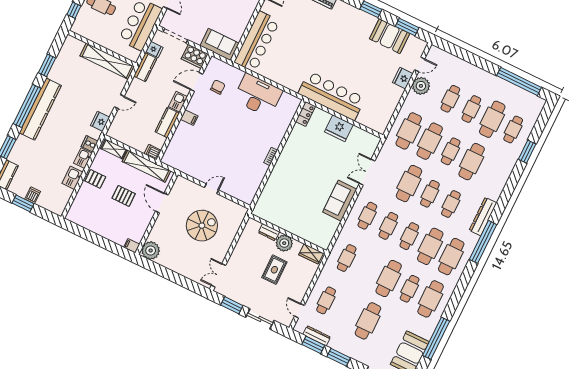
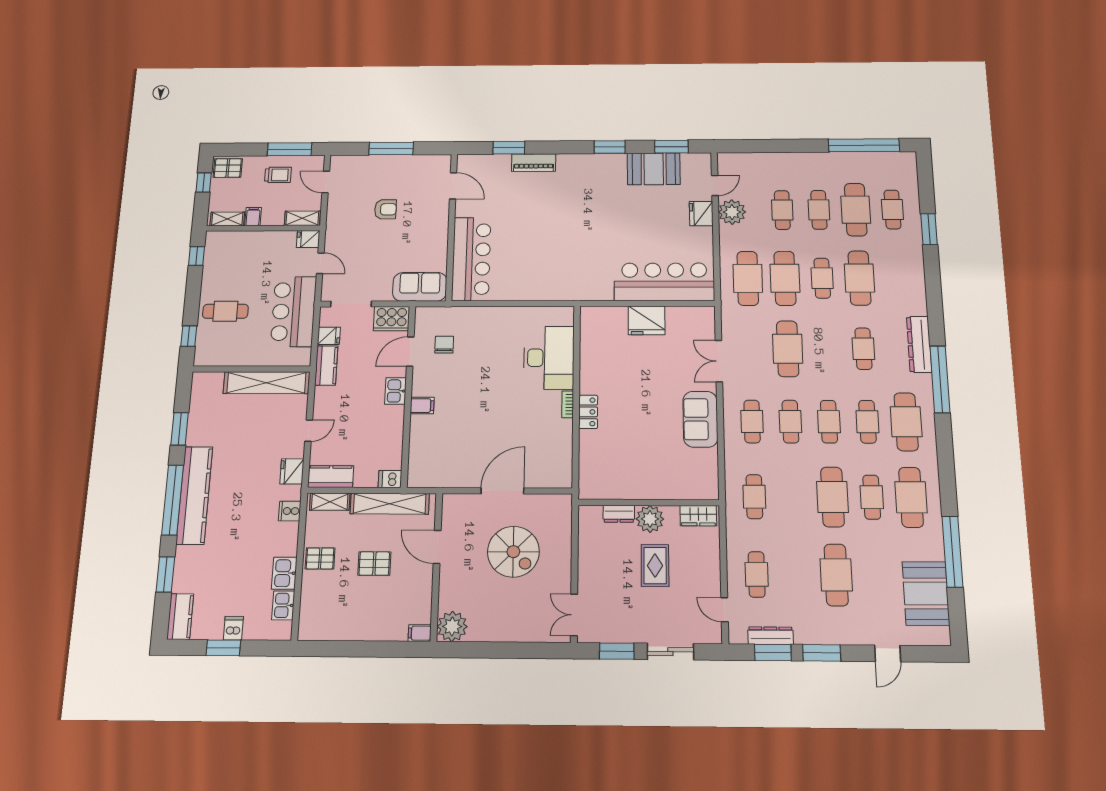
desk: (258, 95) -> (549, 358), moved, turned 90
bar counter: (332, 96) -> (664, 282), moved
locker: (306, 114) -> (588, 412), moved
kitchen counter: (167, 122) -> (331, 477), moved, turned 90
kitchen sink: (83, 158) -> (283, 605), moved
door: (212, 189) -> (502, 491), width x1.87
cafe table: (430, 194) -> (825, 349), removed
spiral stairs: (202, 226) -> (513, 552), turned 90
cafe table: (430, 246) -> (867, 422), width x0.73, depth x0.74

